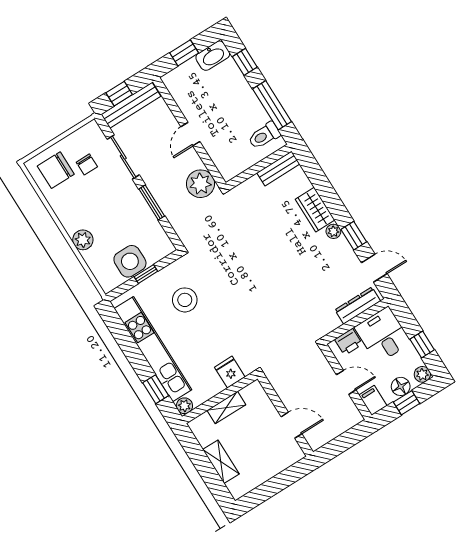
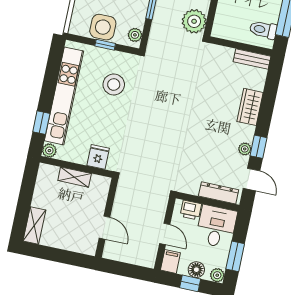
plant: (333, 231) -> (245, 149), moved
plant: (163, 242) -> (135, 35), added
window: (422, 345) -> (235, 256), width x1.50
shelving: (221, 462) -> (34, 225), moved

